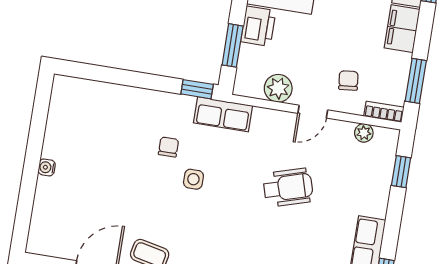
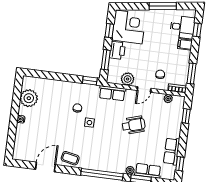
filing cabinet: (402, 29) -> (185, 44), width x0.50
row of seats: (223, 114) -> (112, 93), moved
plant: (65, 123) -> (29, 98), added

